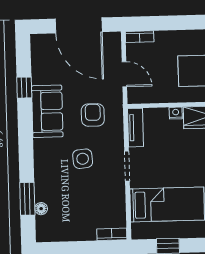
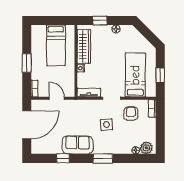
window: (182, 23) -> (27, 63), added
door: (124, 74) -> (57, 98), hinge flipped
armchair: (93, 115) -> (131, 114), moved, turned 90
window: (27, 199) -> (103, 158), moved
plant: (46, 226) -> (146, 148), added

